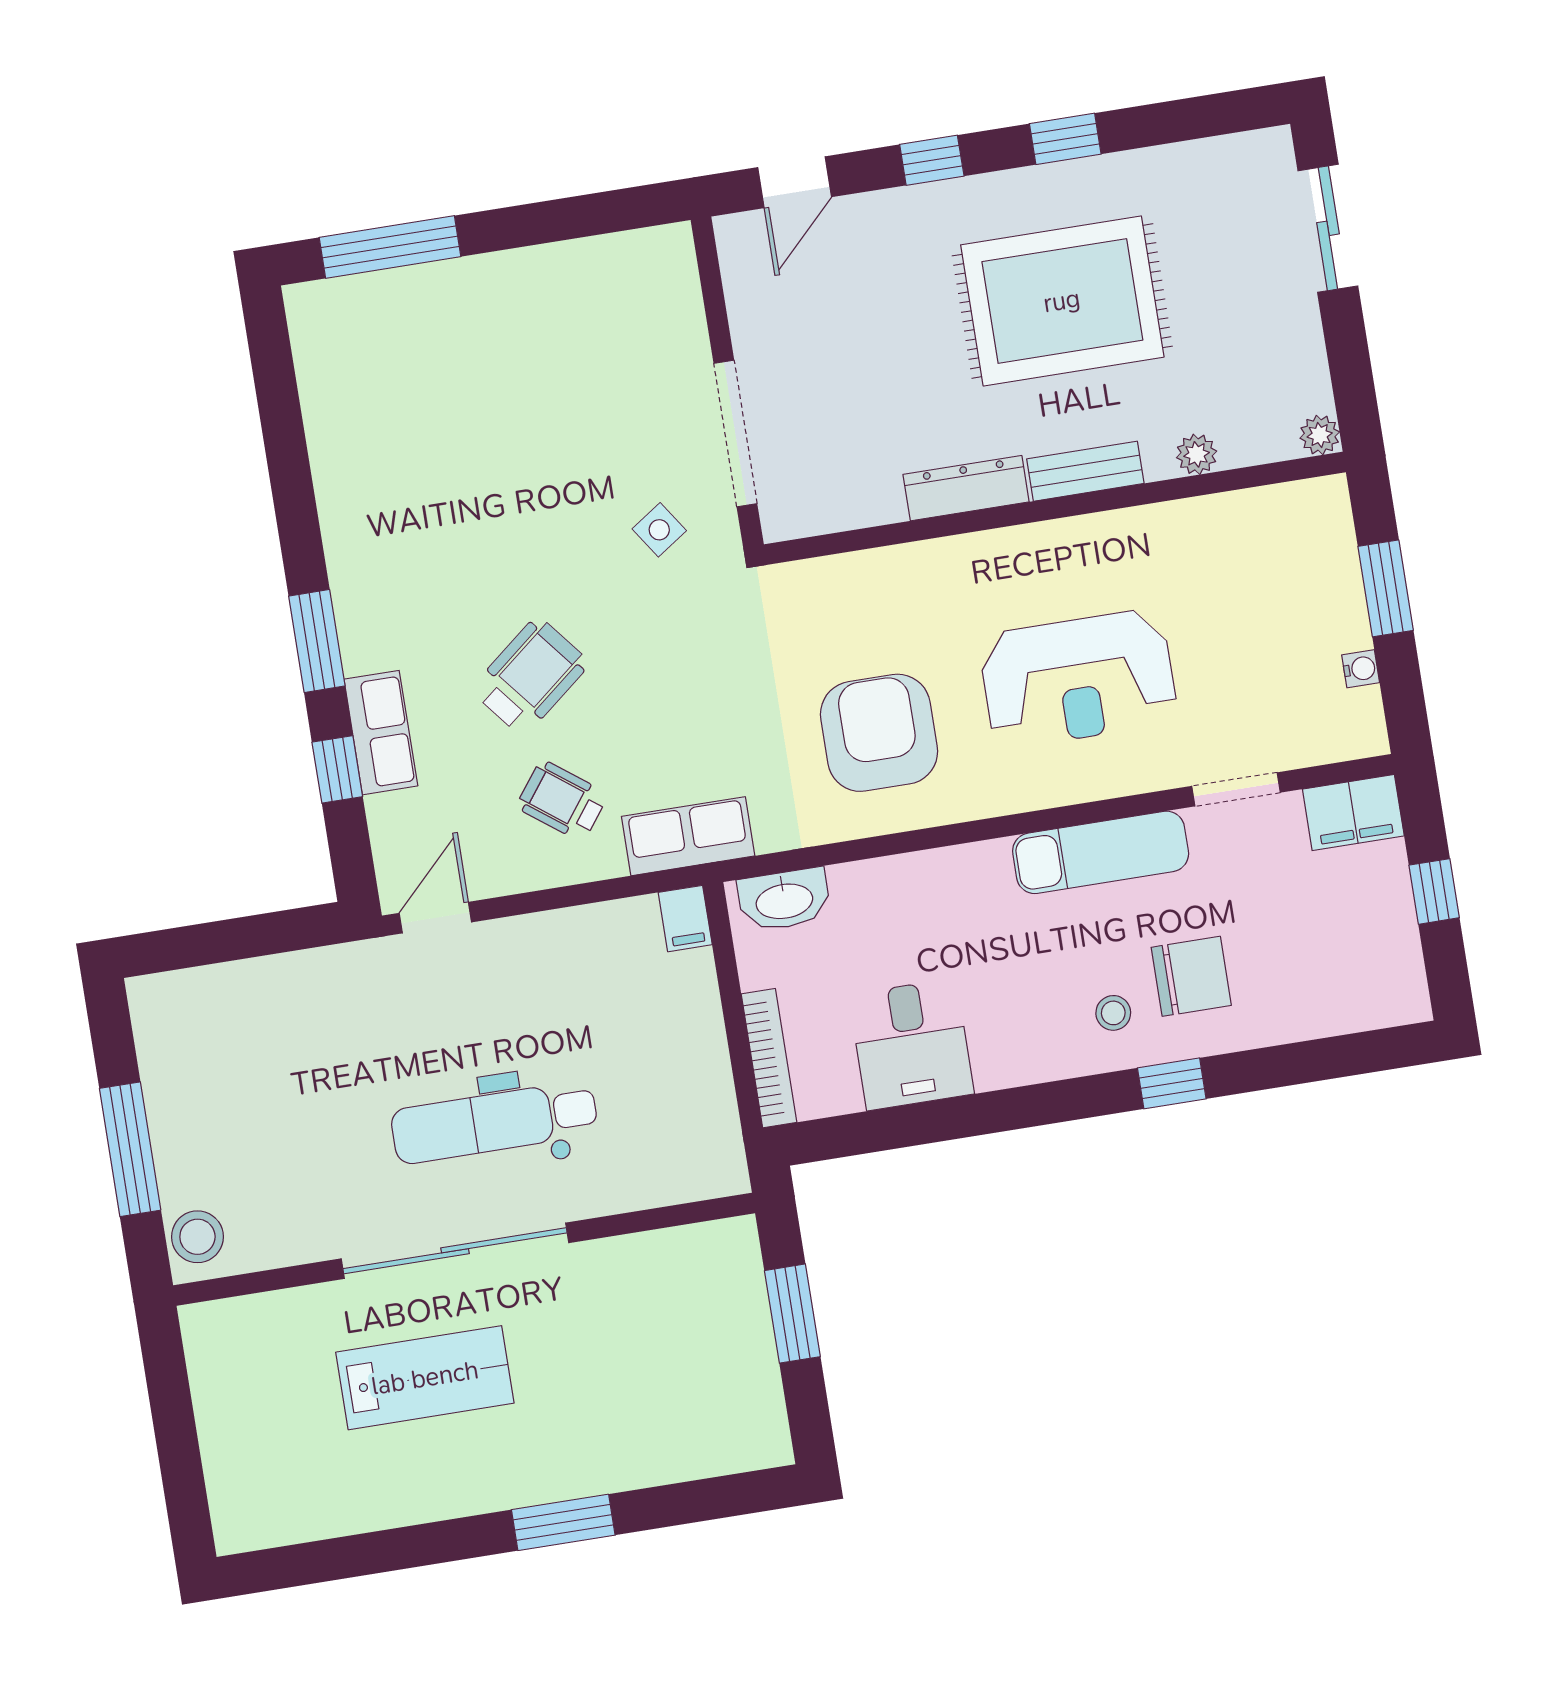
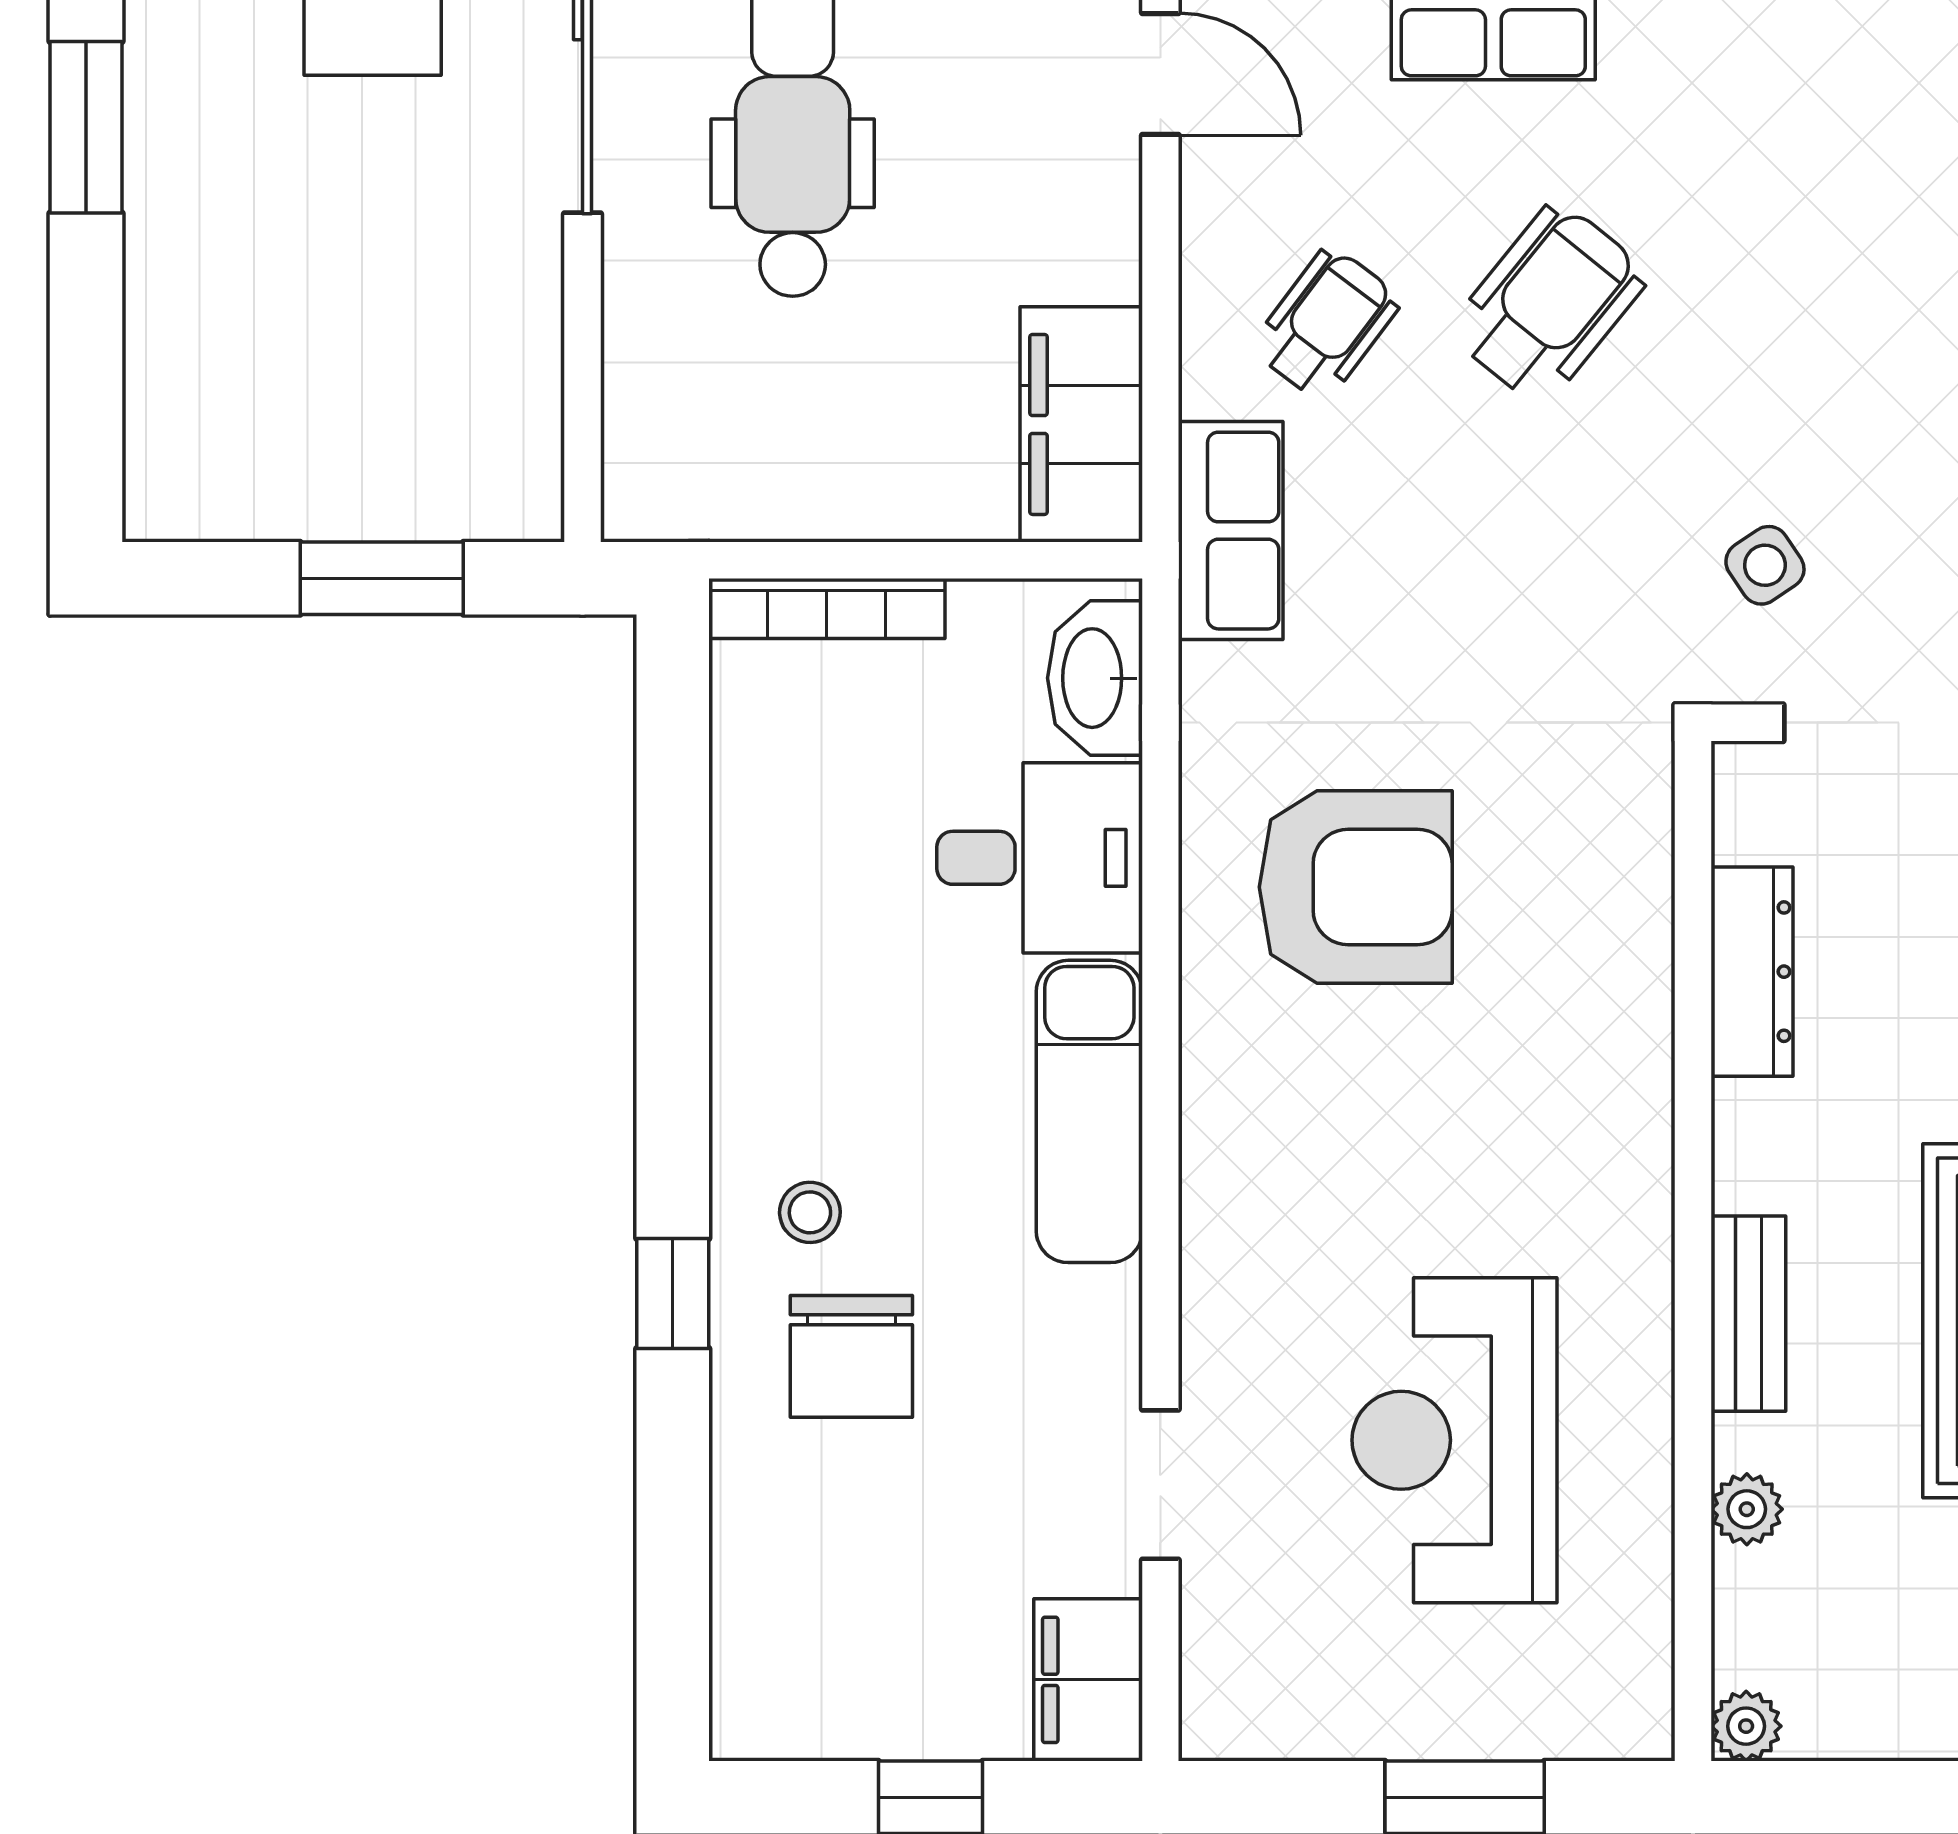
dresser: (966, 488) -> (1752, 972), moved
water cooler: (1361, 669) -> (1333, 1732), removed
wheelchair: (530, 676) -> (1549, 303), turned -102
reception desk: (1078, 679) -> (1454, 1440), moved
exam couch: (1101, 852) -> (1089, 1111), moved
filing cabinet: (685, 919) -> (1081, 424), width x3.00, depth x1.17
desk: (911, 1044) -> (1040, 858), moved, turned 180

